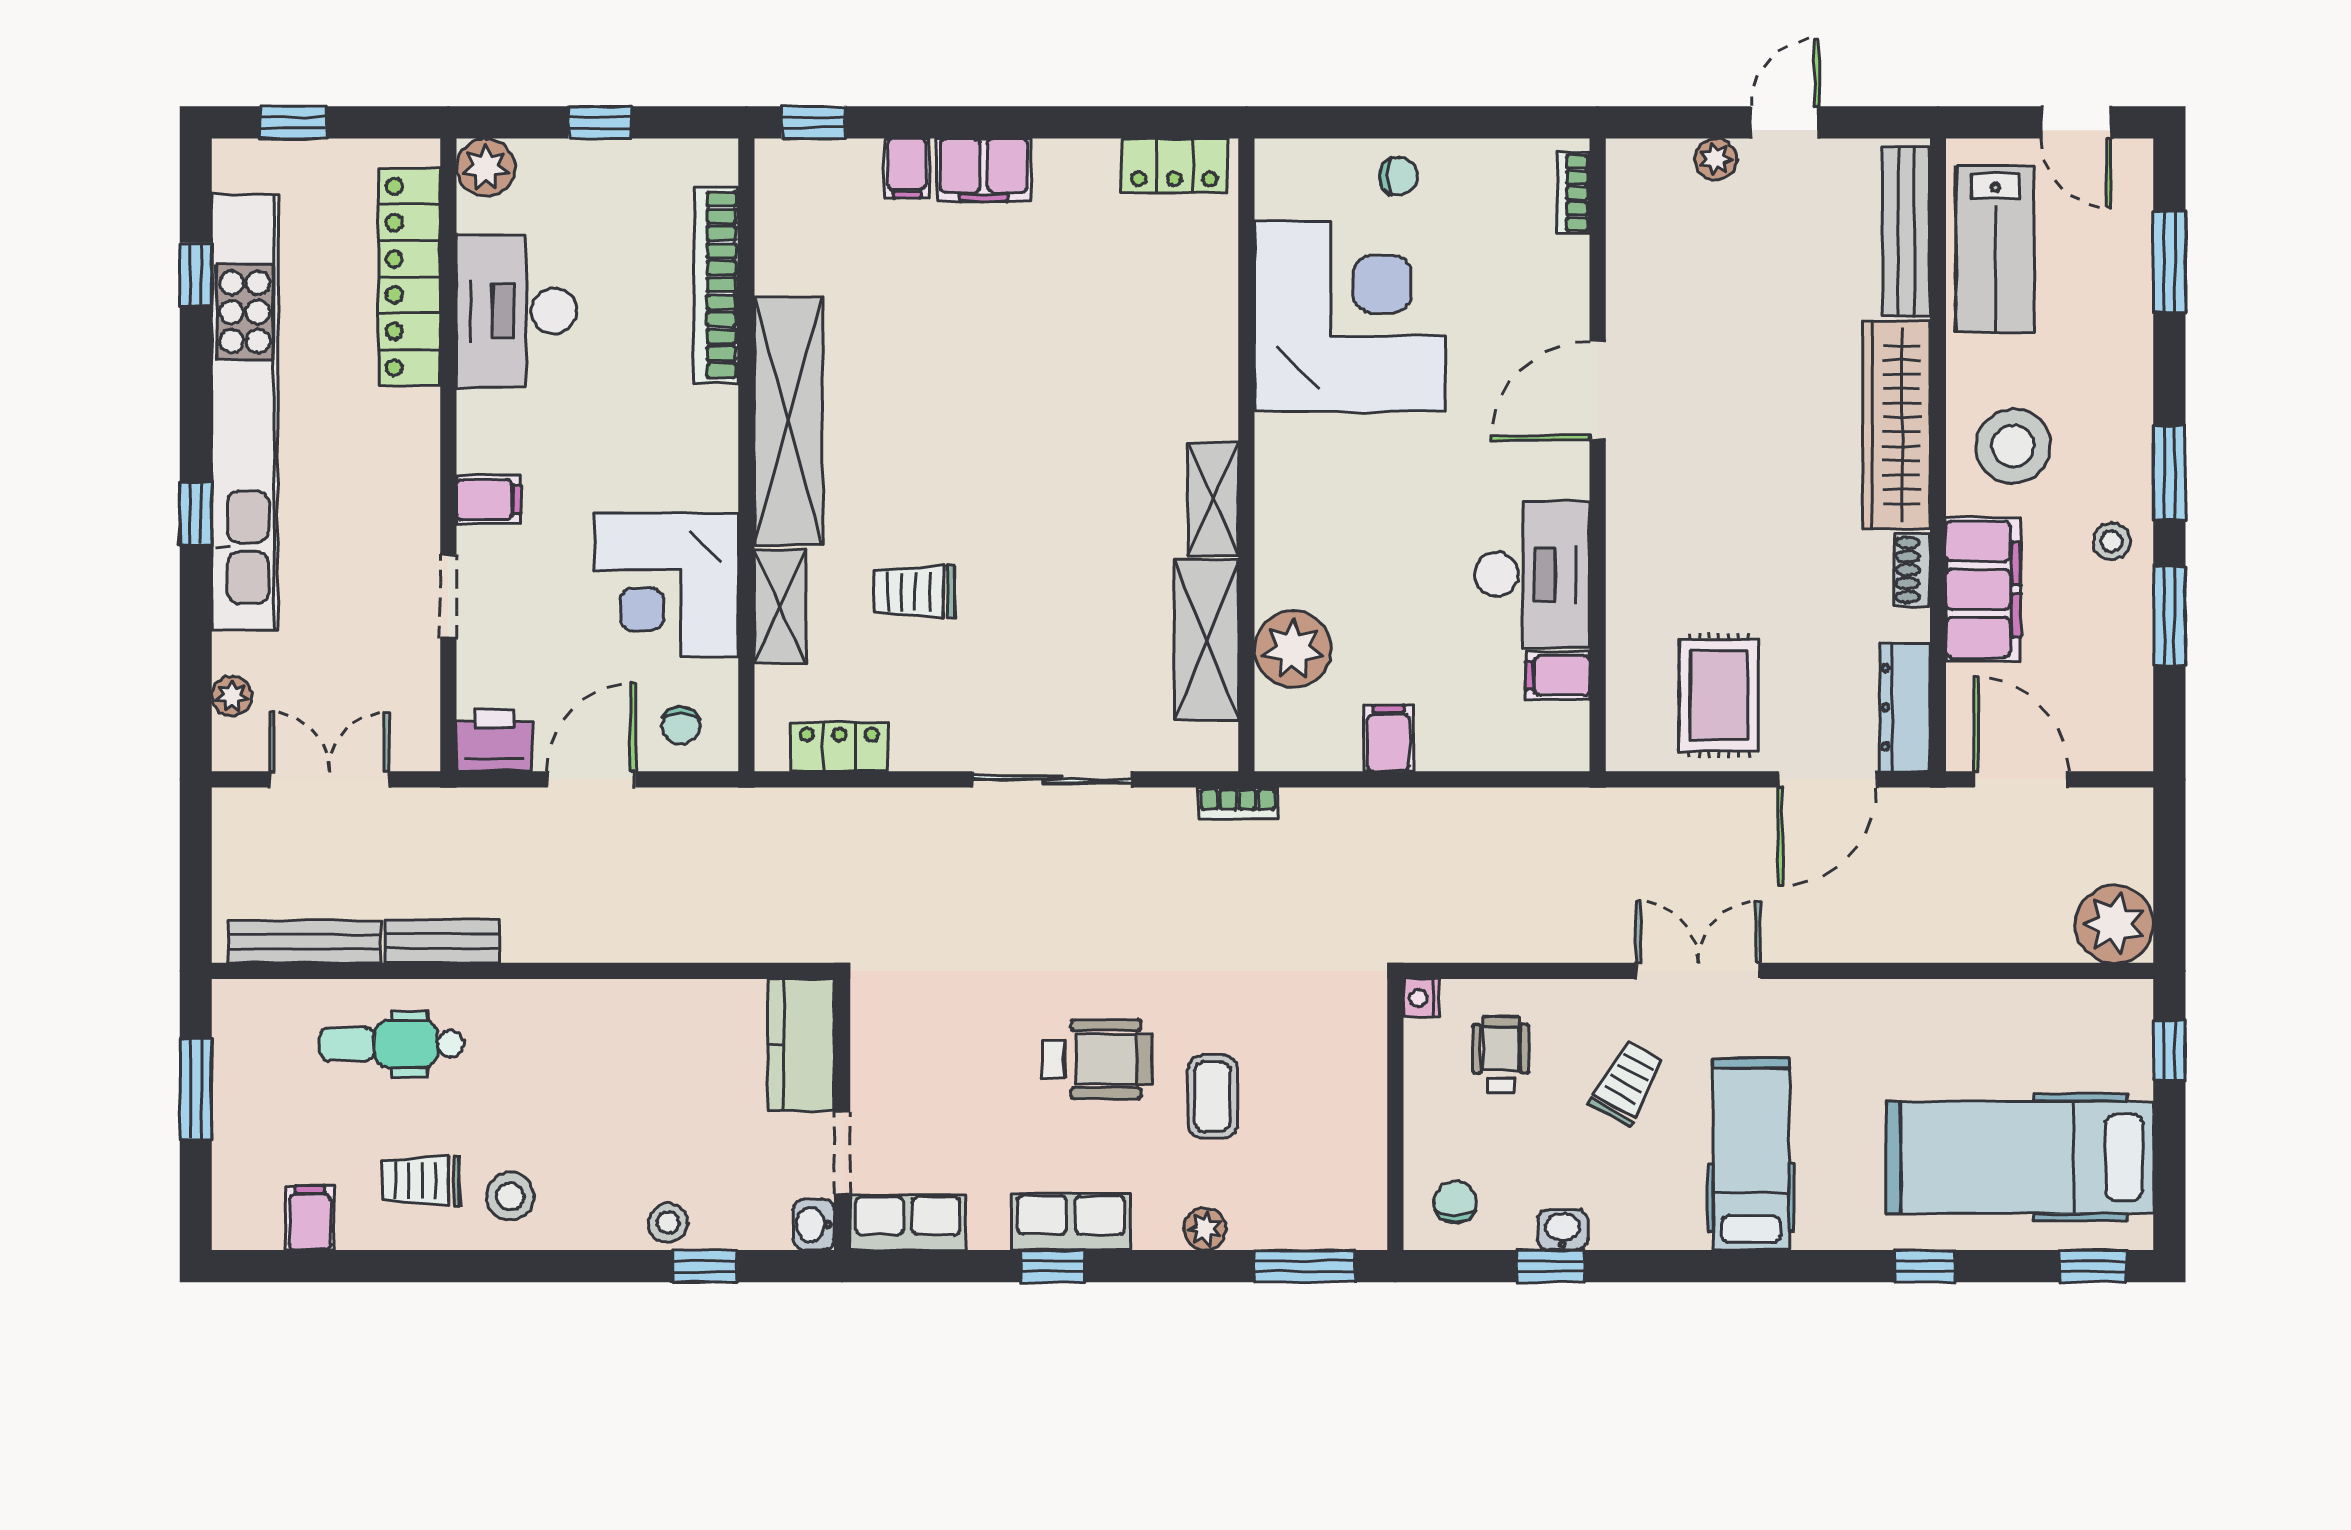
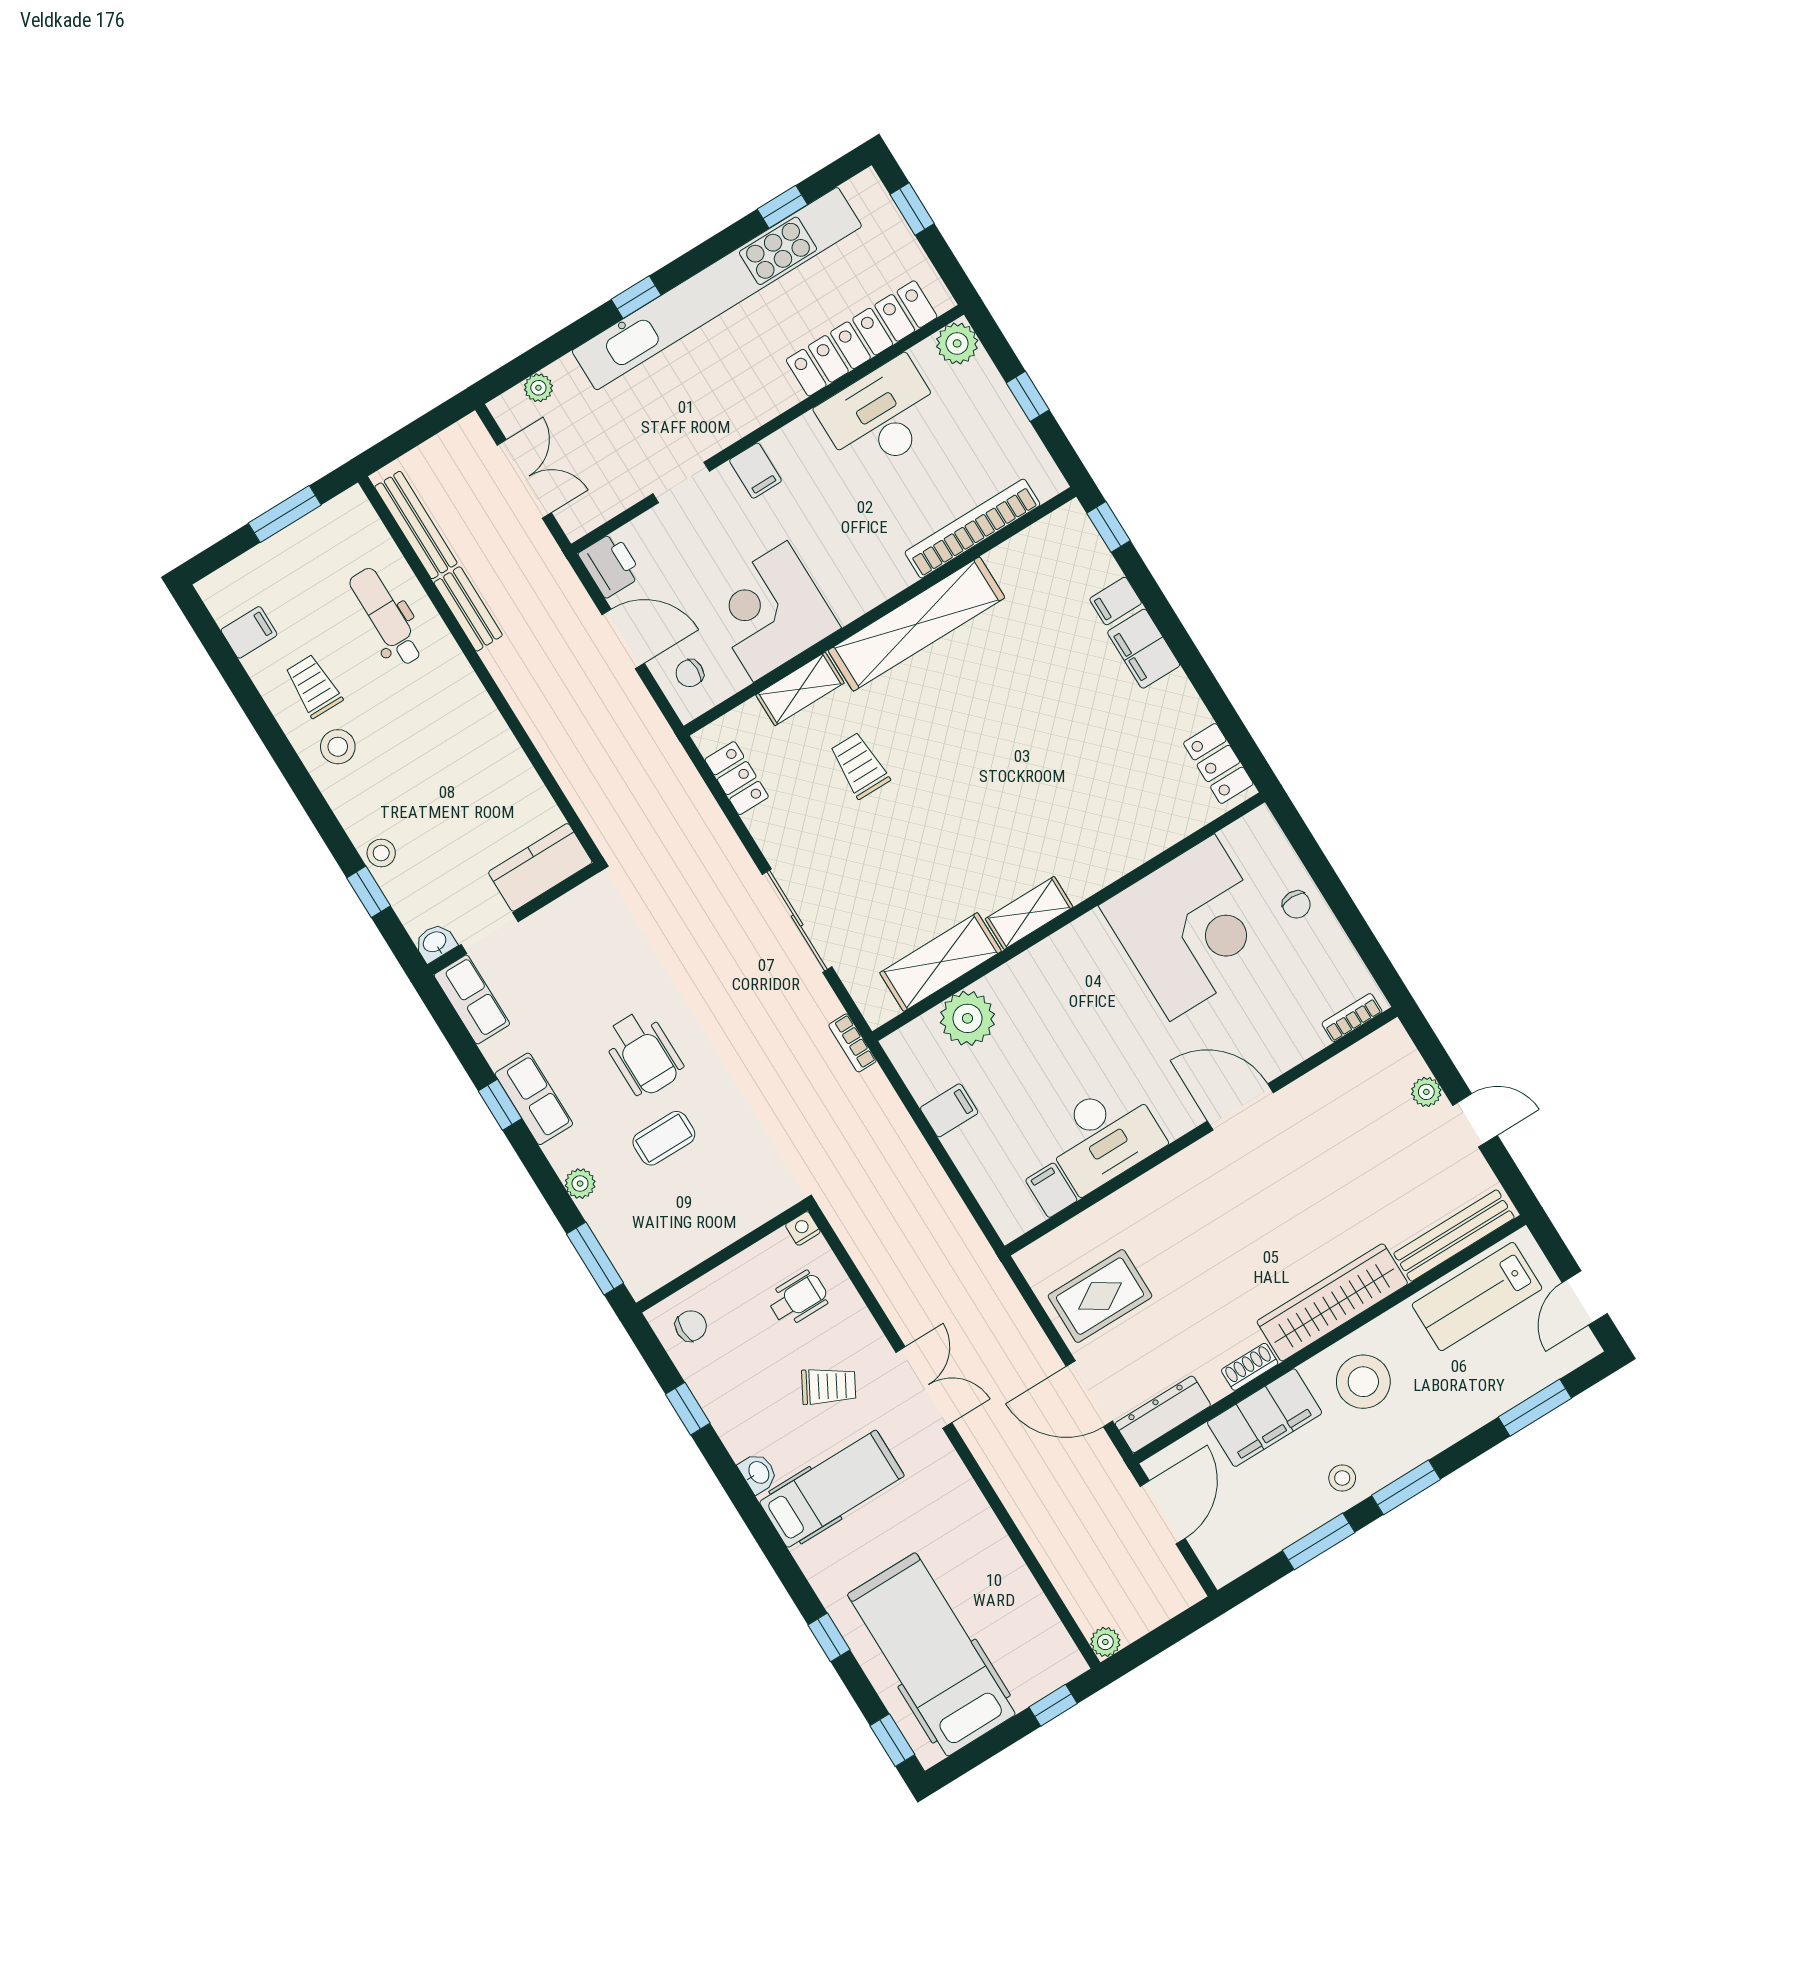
plant: (2114, 924) -> (1105, 1642), width x0.53, depth x0.53
washbasin: (1563, 1230) -> (758, 1473), moved

